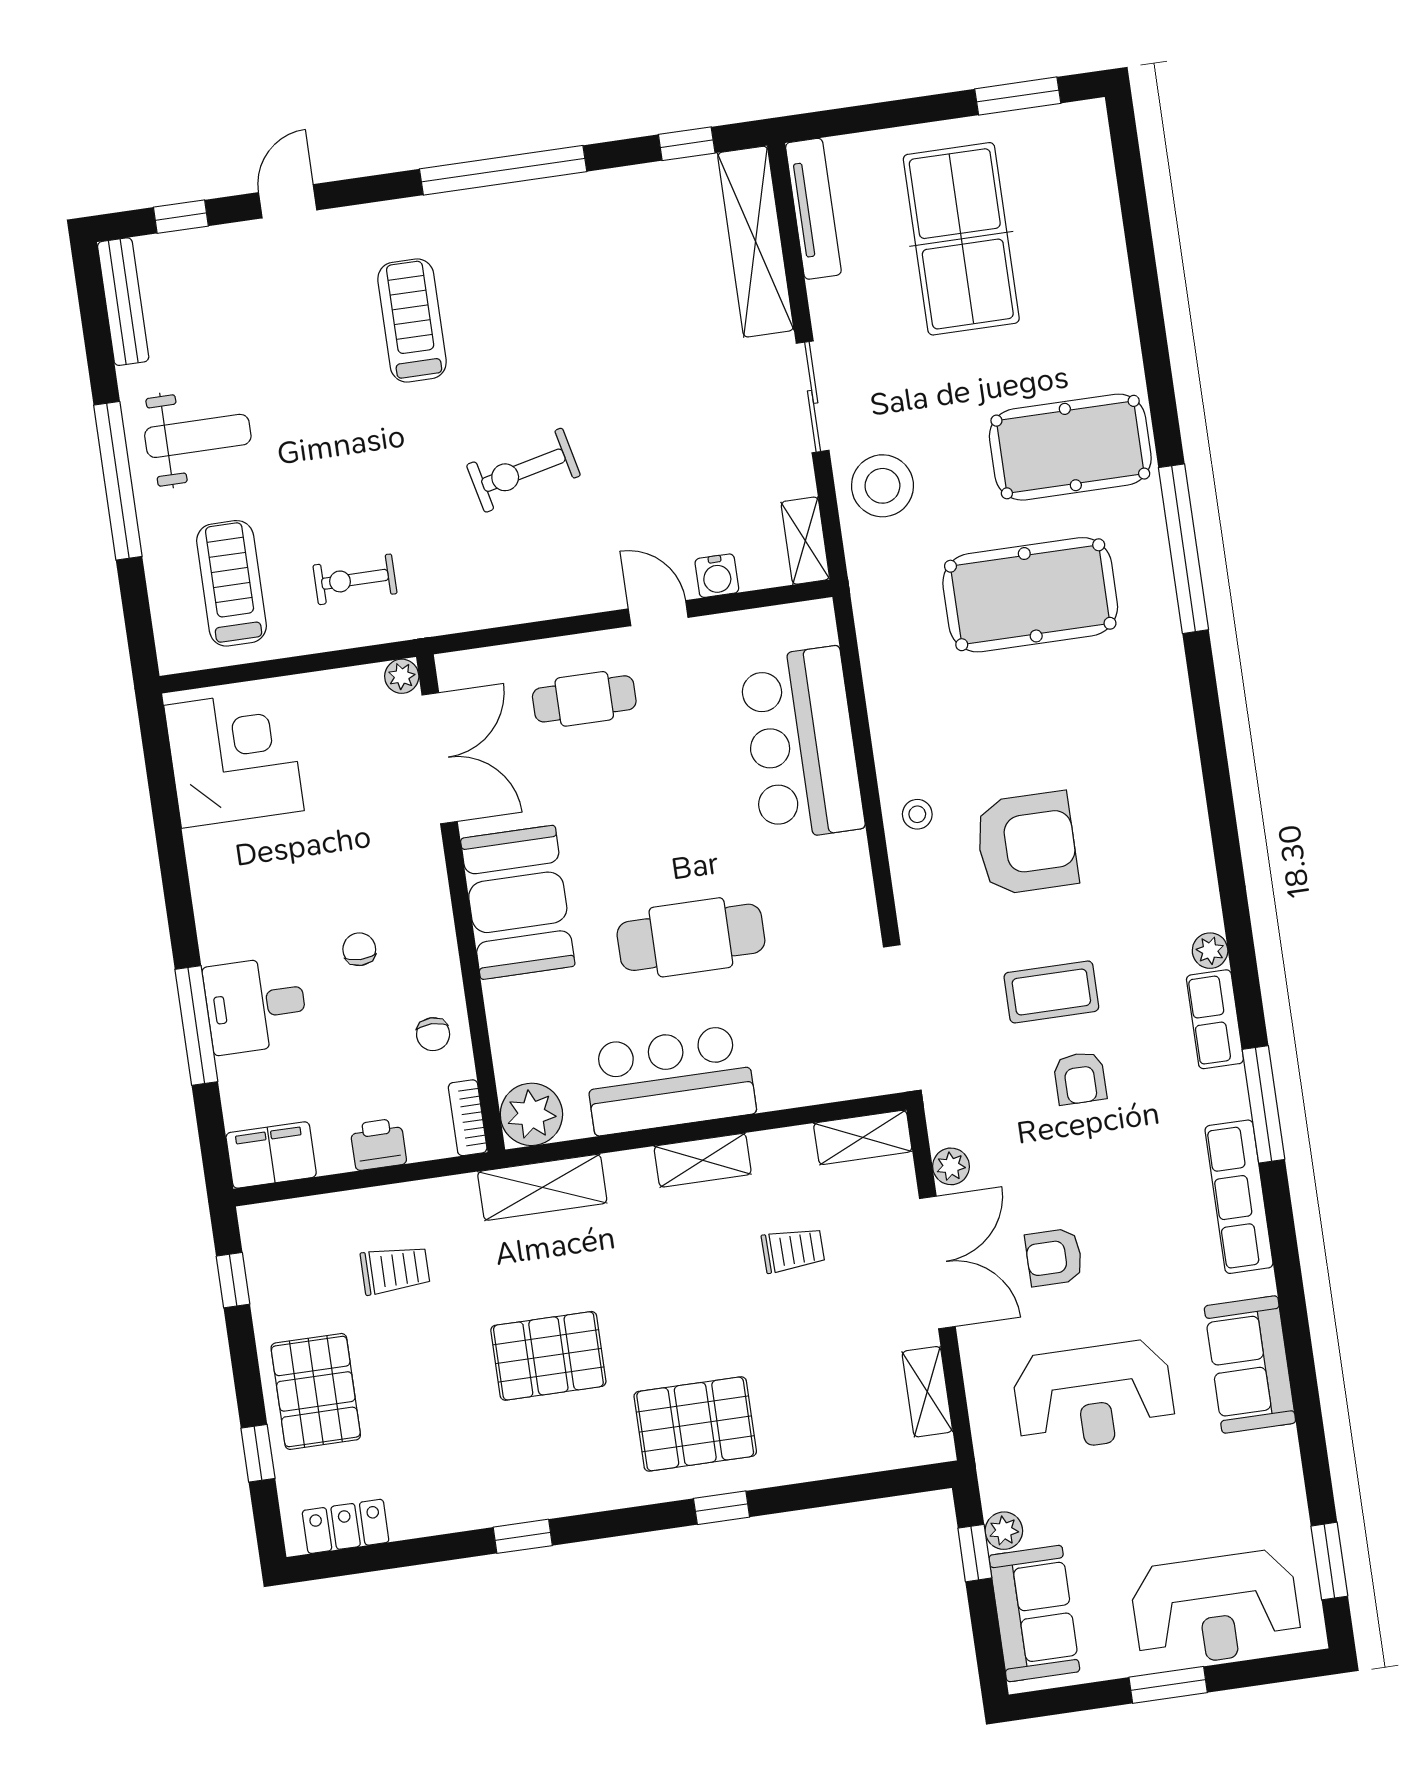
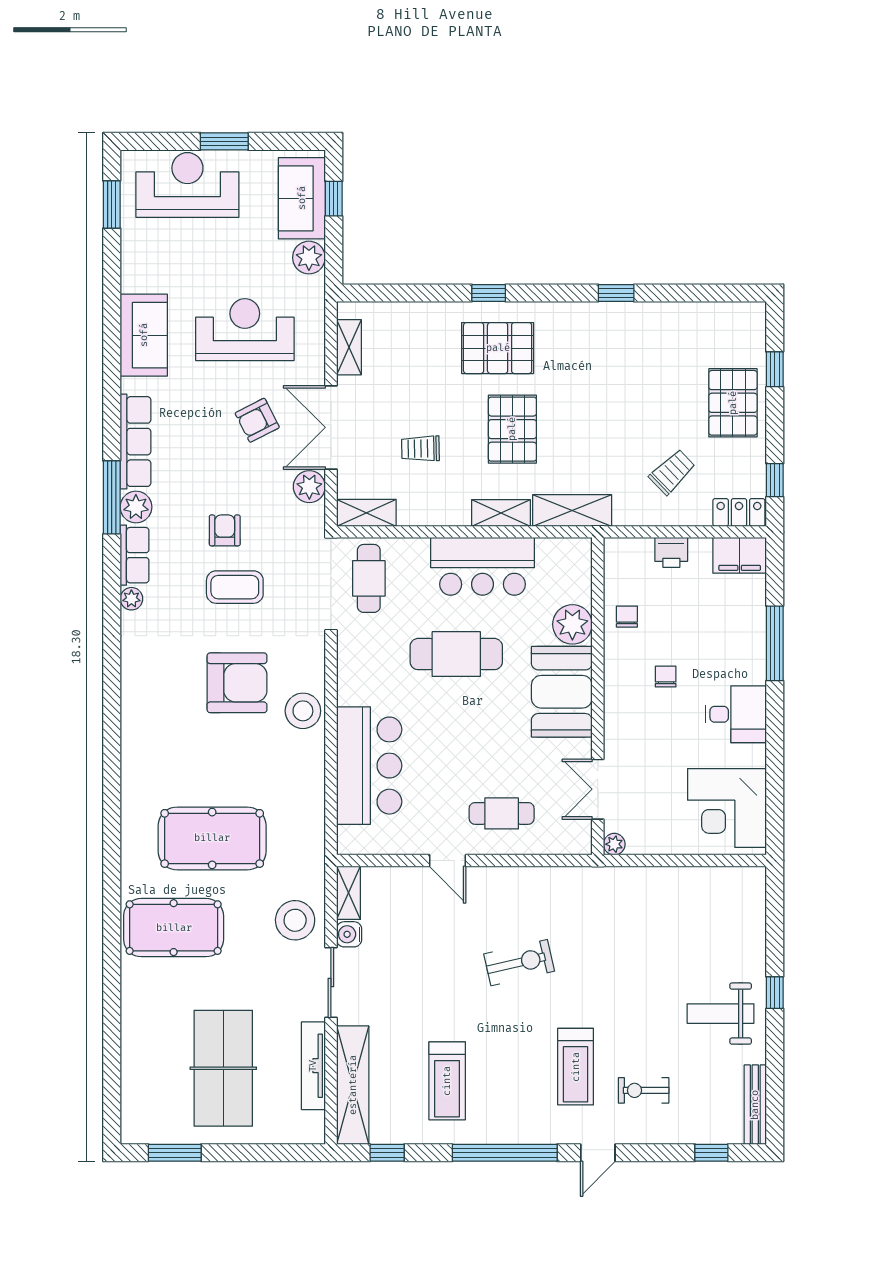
door: (288, 201) -> (598, 1153), moved
tv unit: (813, 209) -> (313, 1066), moved
window: (118, 481) -> (775, 993), width x0.32
window: (1183, 549) -> (112, 854), removed
water cooler: (717, 576) -> (349, 934), moved, turned -90
exercise bike: (355, 579) -> (644, 1090), moved, turned 180
treadmill: (231, 583) -> (447, 1081), moved
double door: (440, 758) -> (598, 789), width x0.73
stool: (917, 814) -> (303, 711), width x1.89, depth x1.89
armchair: (1026, 843) -> (237, 683), turned 180
chair: (359, 949) -> (666, 677), turned 180
desk: (256, 1005) -> (736, 714), moved
cafe table: (844, 1036) -> (369, 578), added
plant: (1224, 1095) -> (136, 507), added
plant: (531, 1114) -> (572, 624), moved
bookcase: (468, 1118) -> (613, 561), removed
shelving: (703, 1160) -> (501, 513), moved
plant: (951, 1166) -> (309, 487), width x1.38, depth x1.38
armchair: (1054, 1257) -> (257, 420), turned 153
trolley: (395, 1270) -> (672, 472), turned 136
pallet: (548, 1356) -> (512, 429), moved, turned 90
locker: (346, 1526) -> (739, 512), moved, turned 180
plant: (1004, 1531) -> (309, 258), width x1.38, depth x1.38
window: (975, 1553) -> (334, 199), moved

